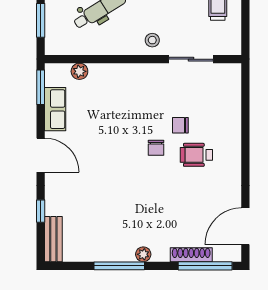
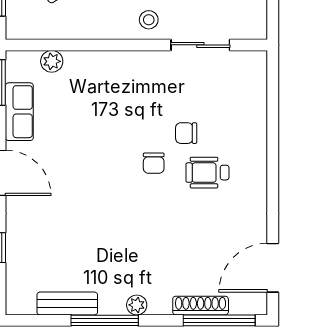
bench: (53, 239) -> (67, 303), moved, turned 90

